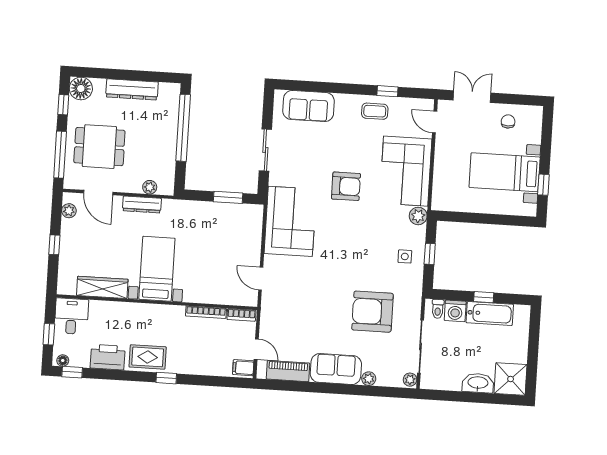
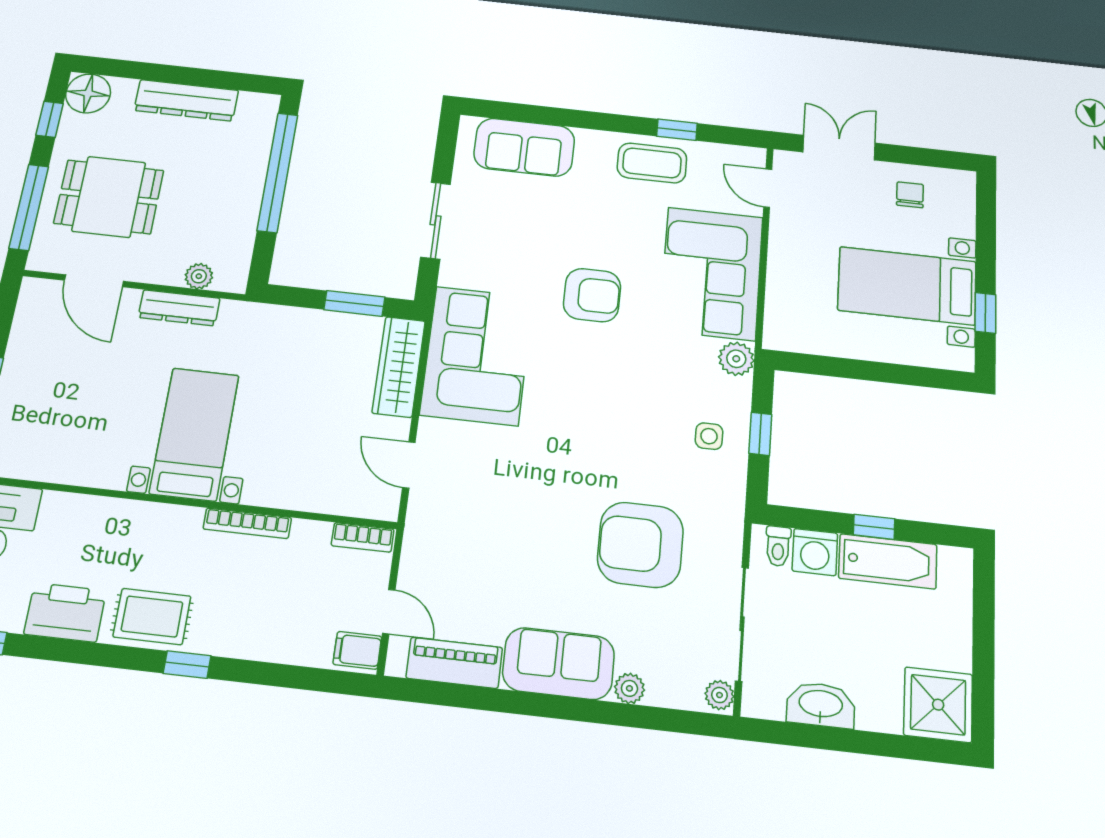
coffee table: (375, 111) -> (652, 163), width x1.36, depth x1.30
plant: (69, 211) -> (29, 312), removed
wardrobe: (102, 287) -> (399, 367), moved, turned -90
bookcase: (206, 312) -> (247, 523), moved
washbasin: (478, 383) -> (821, 705), moved

